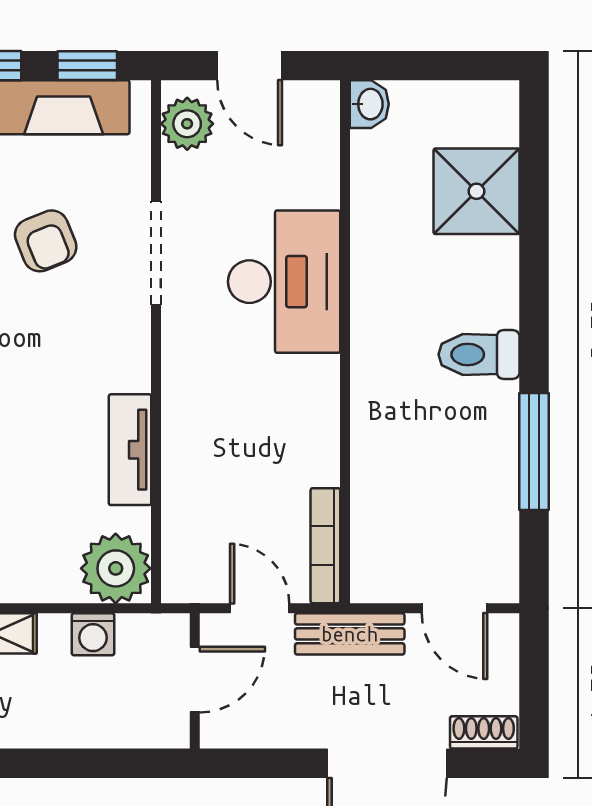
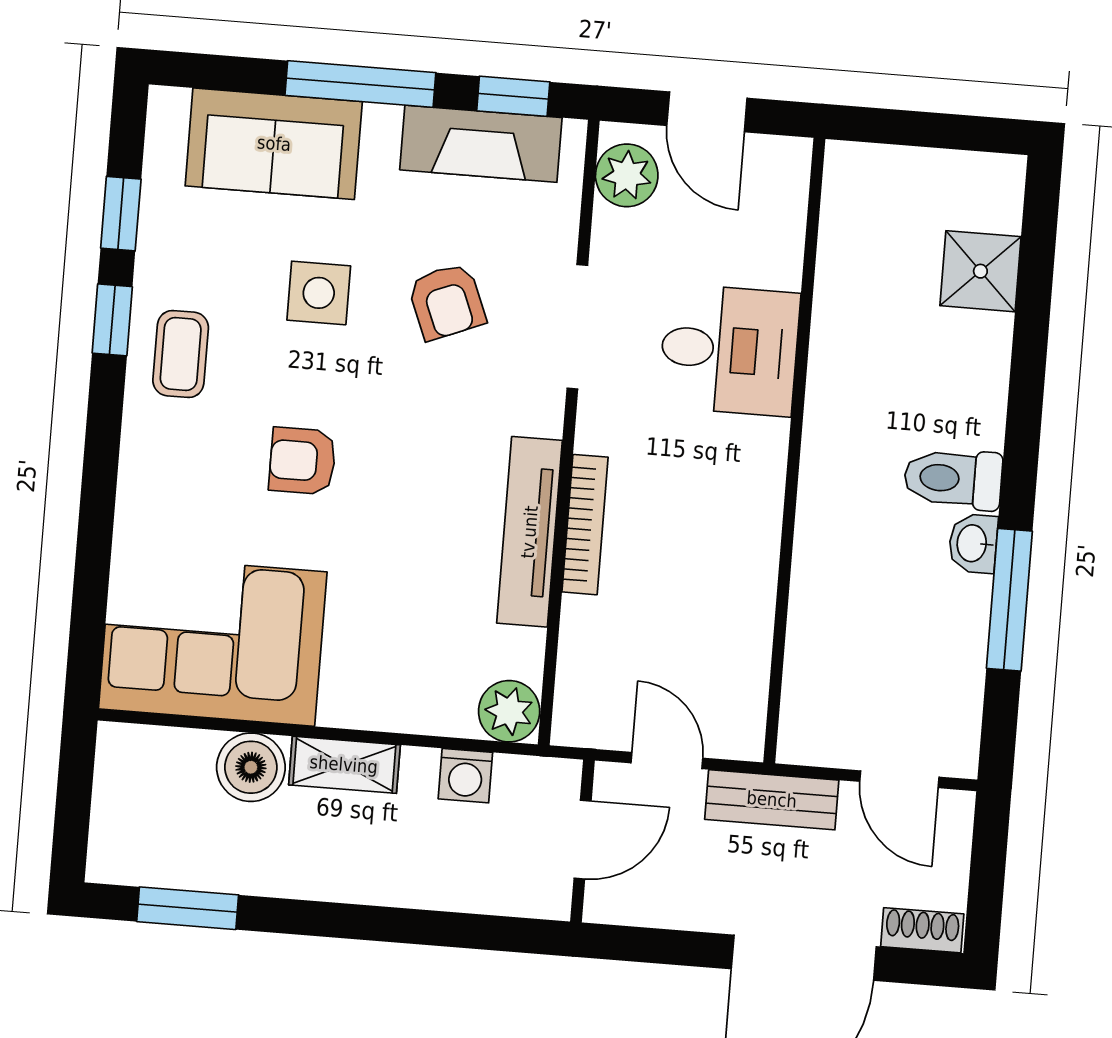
washbasin: (369, 104) -> (973, 543), moved, turned 180
shower: (476, 191) -> (980, 271), width x0.73, depth x0.73
desk: (284, 282) -> (729, 350), width x0.73
tv unit: (130, 450) -> (530, 532), width x1.41
bookcase: (325, 546) -> (585, 525), moved, turned 180
plant: (116, 568) -> (509, 711), width x0.73, depth x0.73

